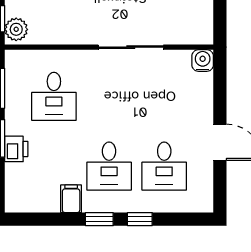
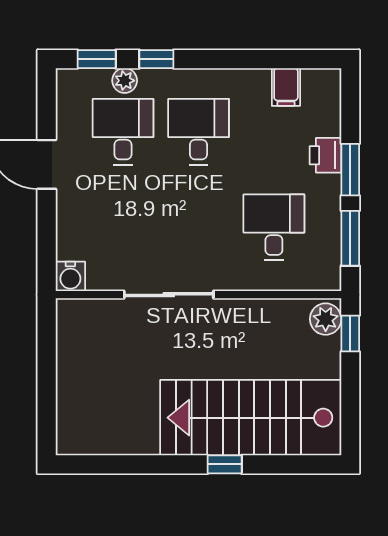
filing cabinet: (71, 199) -> (286, 87), moved
plant: (163, 204) -> (125, 81), added
window: (99, 219) -> (97, 59), moved

